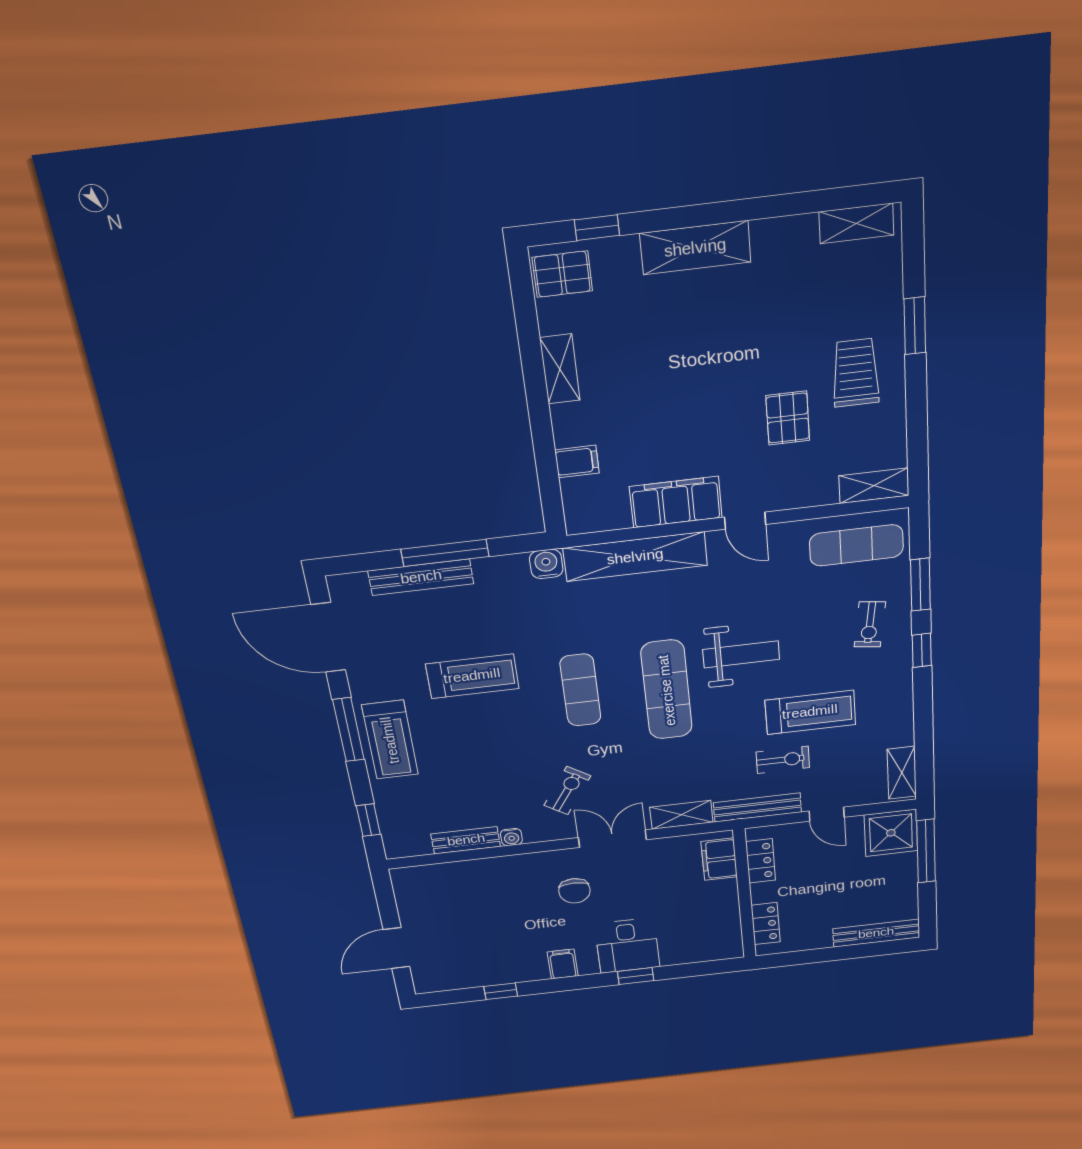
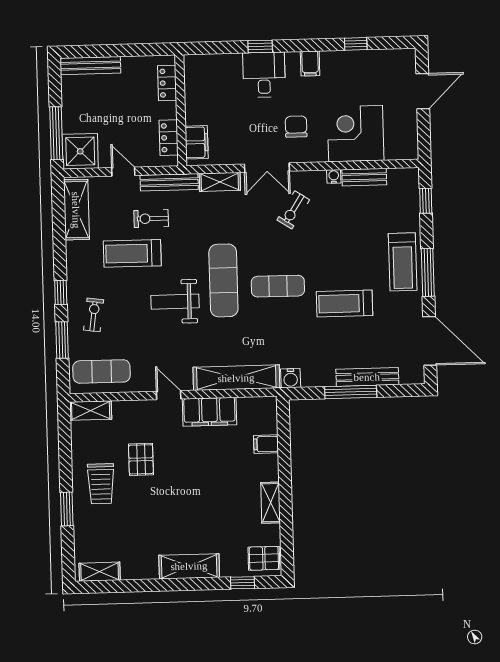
exercise mat: (580, 690) -> (278, 286), turned 90
treadmill: (390, 740) -> (403, 262), turned 180
shelving: (902, 773) -> (76, 210), width x1.50, depth x1.33
corner desk: (486, 891) -> (356, 134), added

